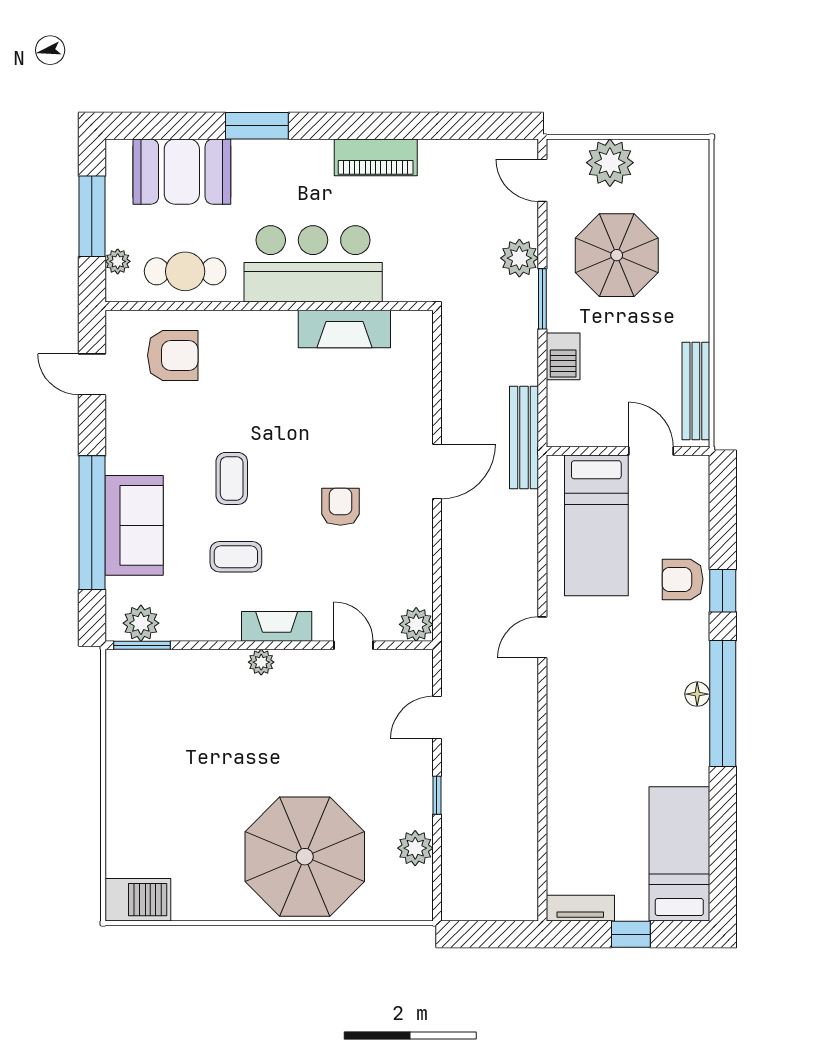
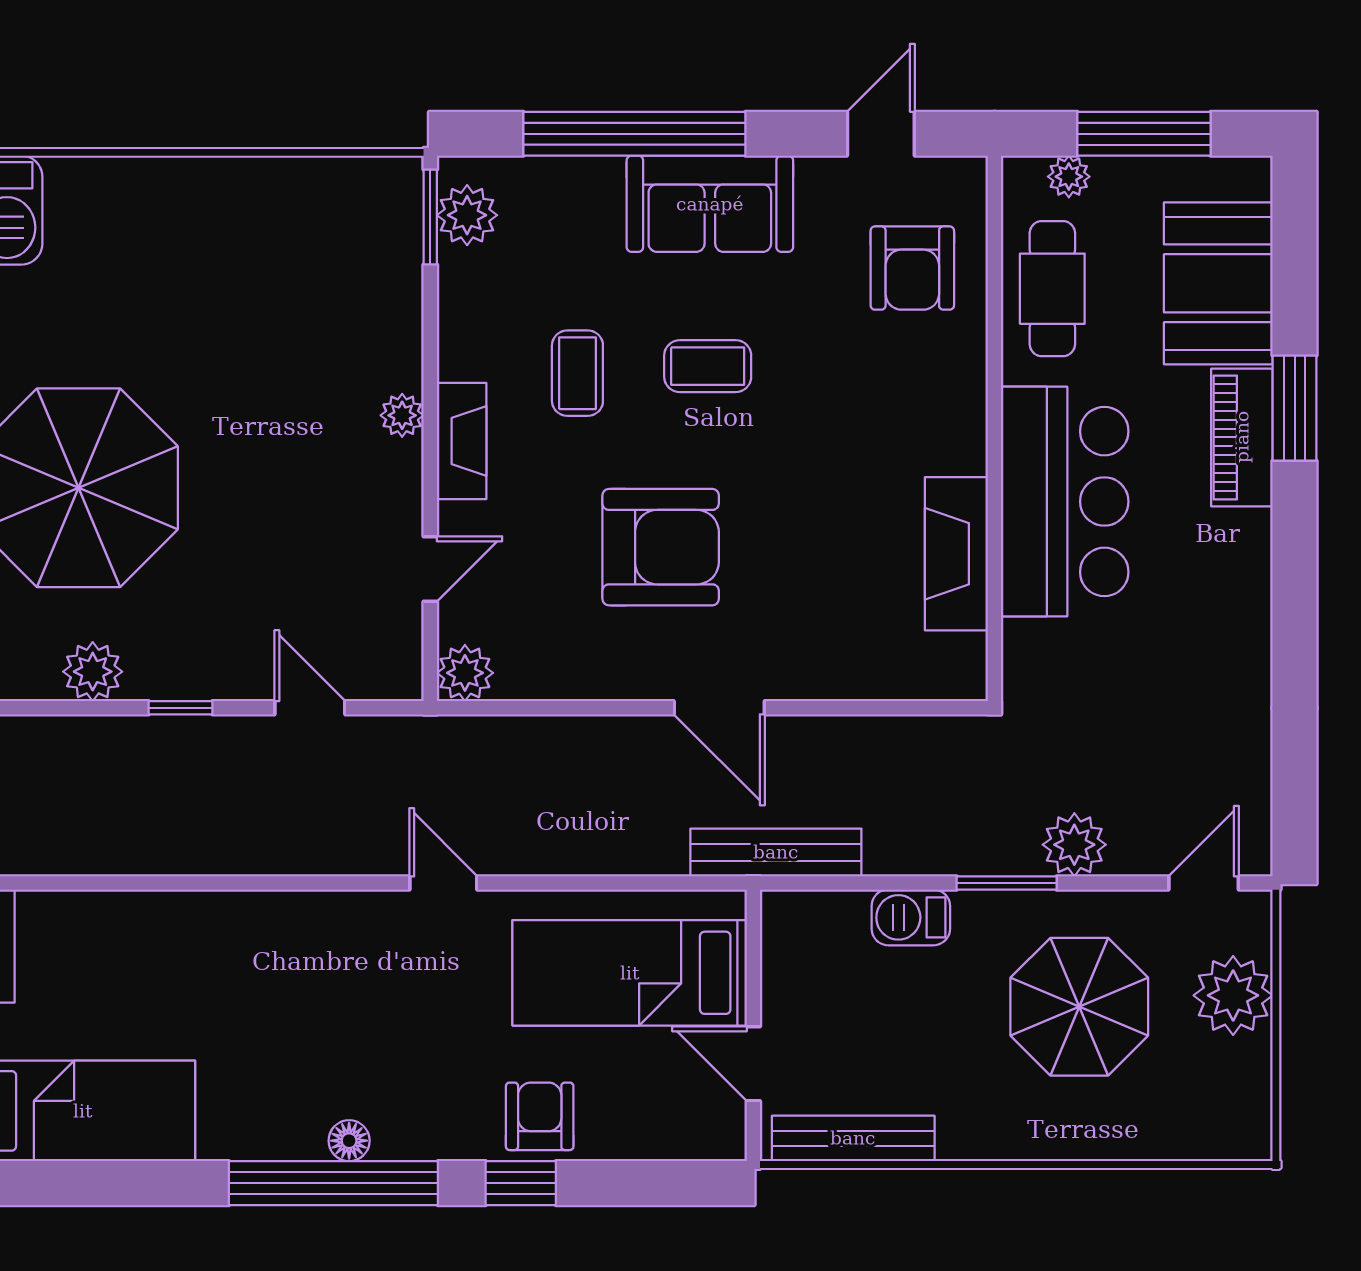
piano: (376, 157) -> (1242, 437), moved
door: (651, 451) -> (753, 1064), swing flipped
armchair: (340, 507) -> (661, 547), width x1.88, depth x1.88
sofa: (134, 525) -> (710, 204), moved

